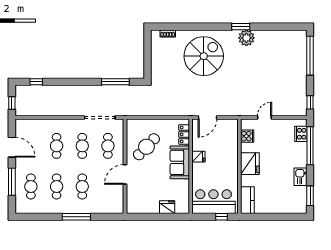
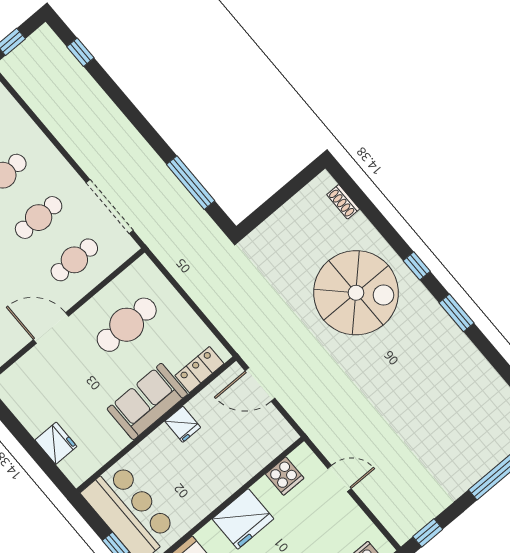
window: (212, 27) -> (417, 266), added
plant: (246, 38) -> (446, 338), removed
cafe table: (146, 147) -> (127, 325), turned -44

